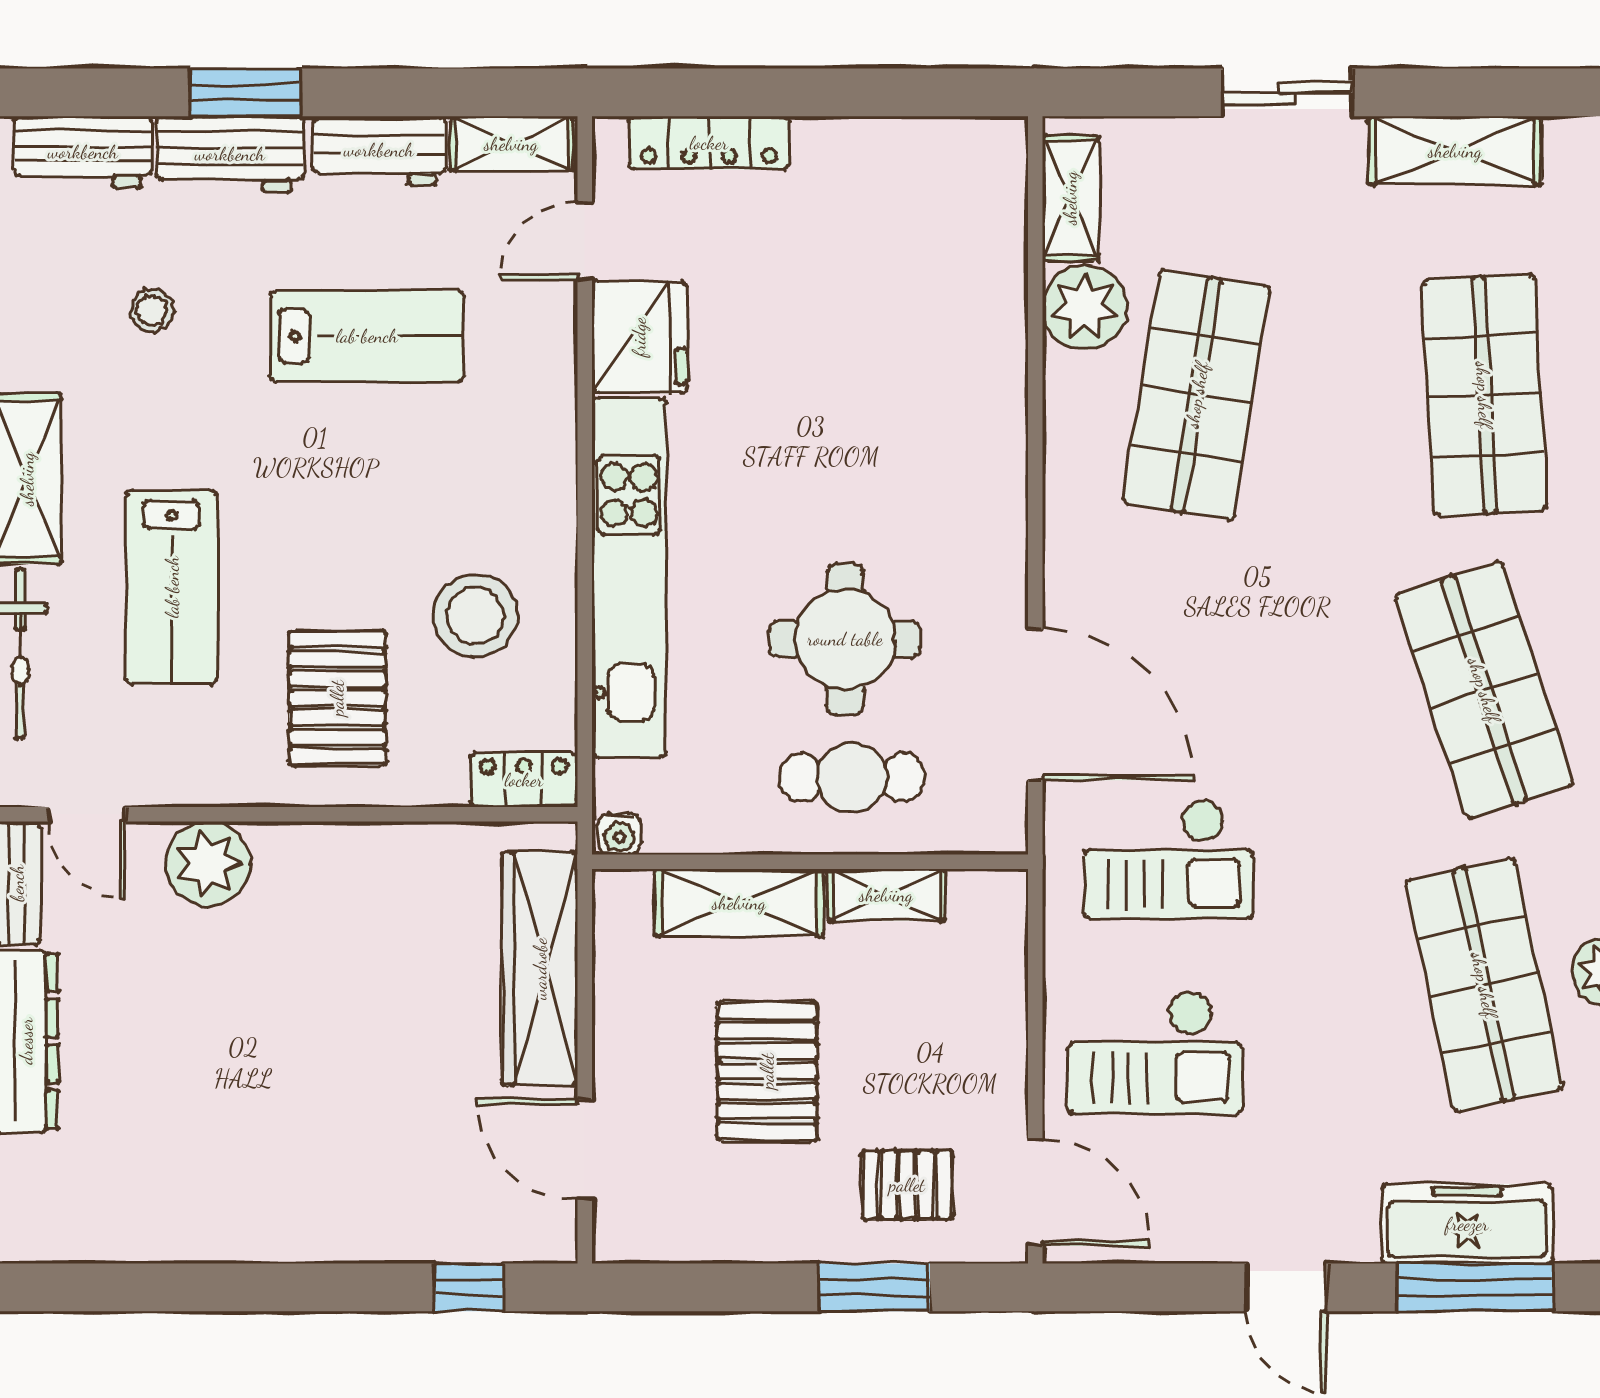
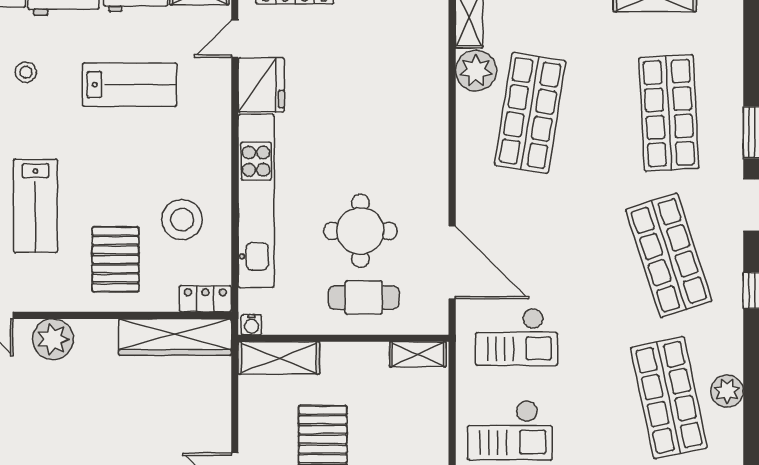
shelving: (886, 895) -> (418, 354), moved
shelving: (739, 903) -> (279, 358), moved
wardrobe: (540, 969) -> (175, 337), moved, turned -90

